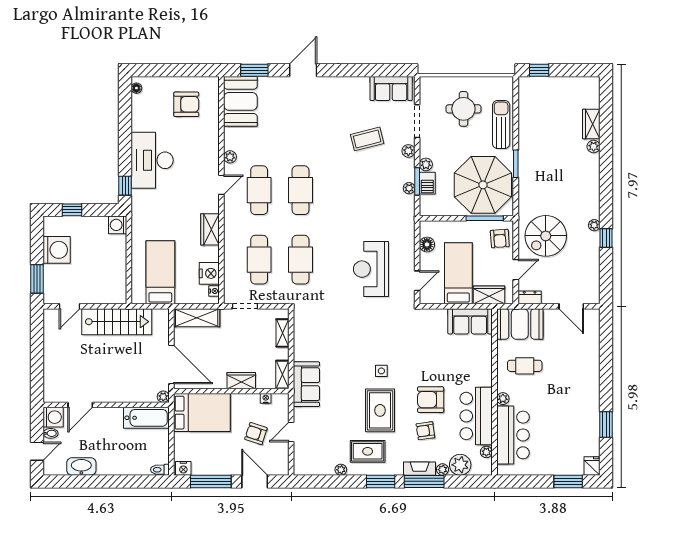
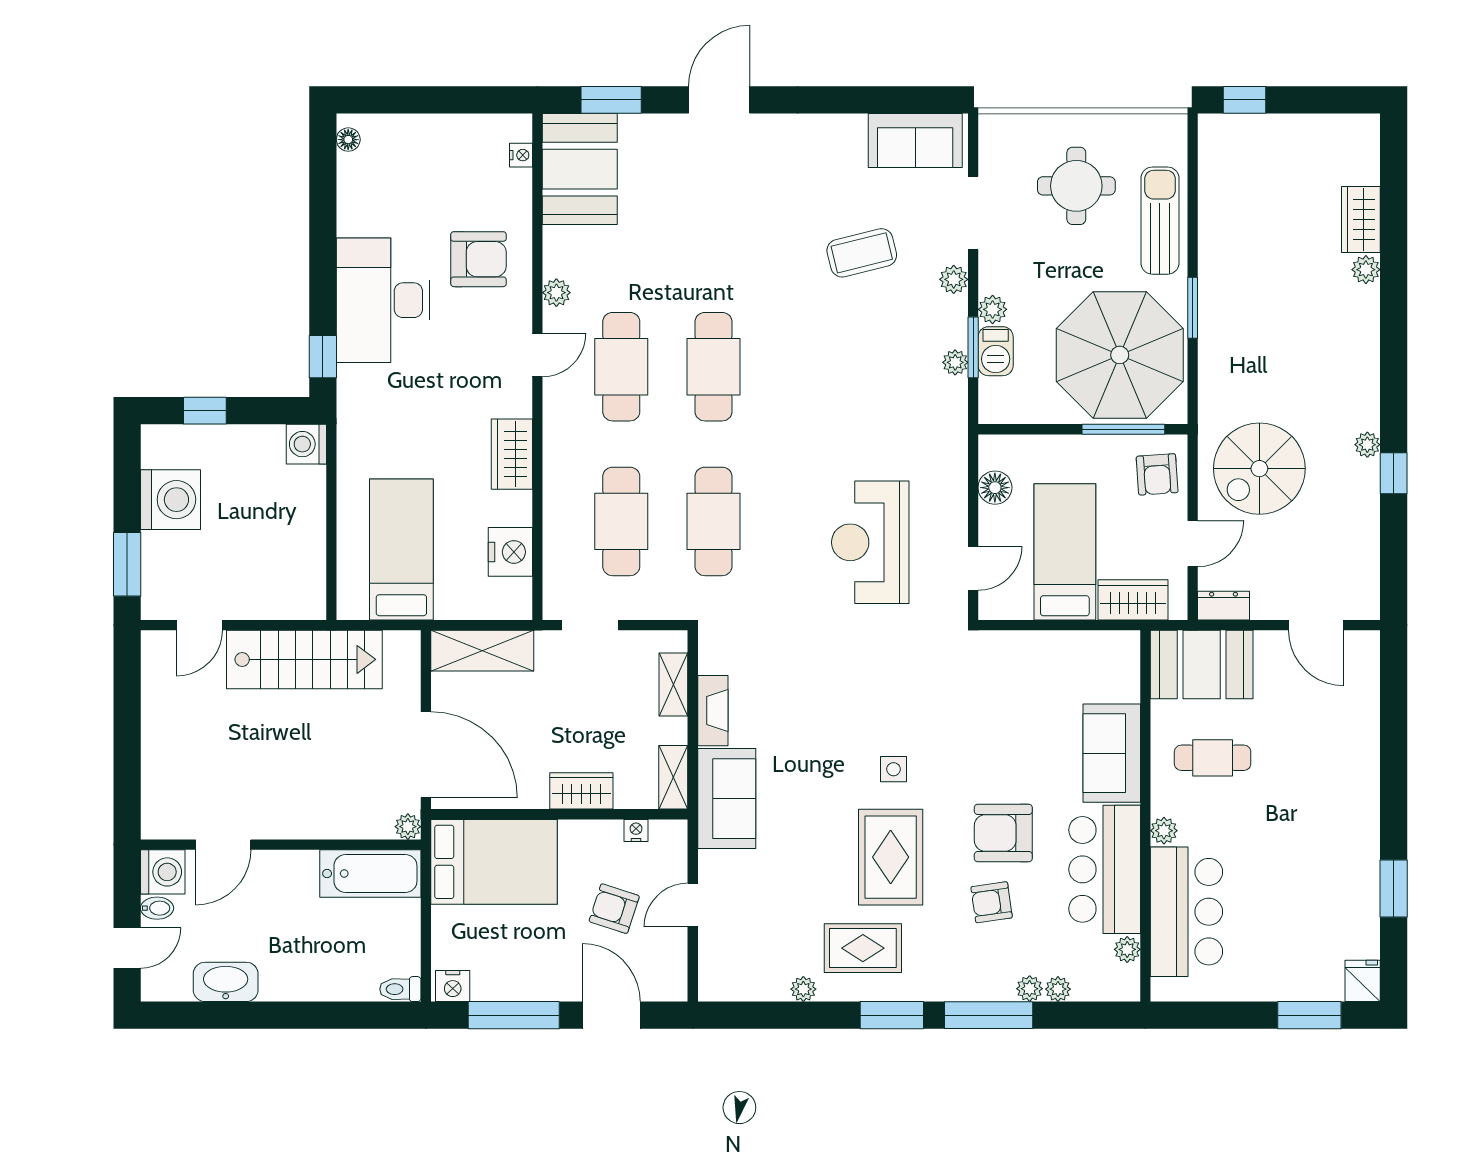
armchair: (186, 104) -> (479, 259), moved
nightstand: (214, 291) -> (521, 155), moved
sofa: (470, 321) -> (1112, 753), moved, turned 90
plant: (460, 465) -> (1058, 989), width x0.53, depth x0.53
fireplace: (420, 469) -> (713, 711), moved, turned 90

